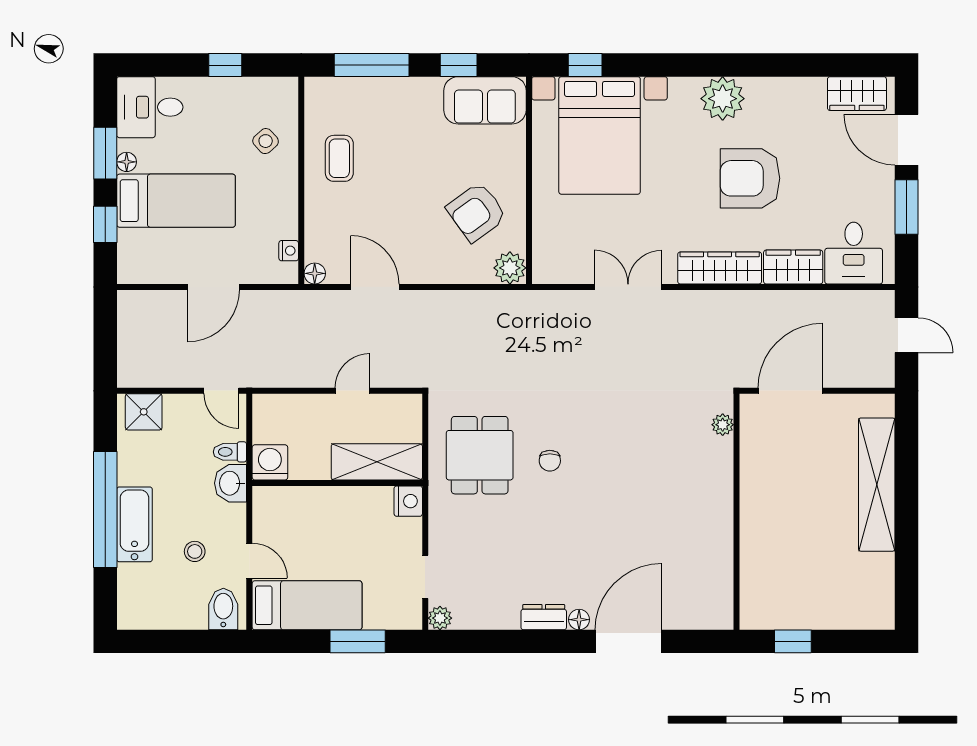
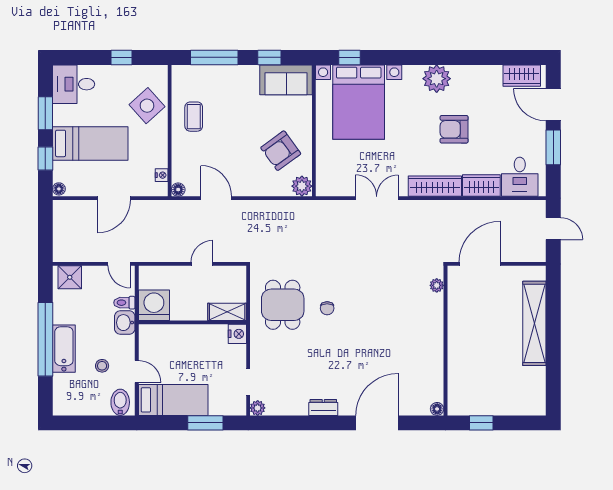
side table: (266, 141) -> (147, 106), width x1.87, depth x1.87
floor lamp: (127, 162) -> (59, 189), moved
armchair: (750, 178) -> (454, 129), width x0.73, depth x0.73
washing machine: (270, 462) -> (154, 305), width x1.37, depth x1.37
shelving: (377, 462) -> (227, 312), width x0.67, depth x0.75
floor lamp: (579, 620) -> (437, 409), moved

